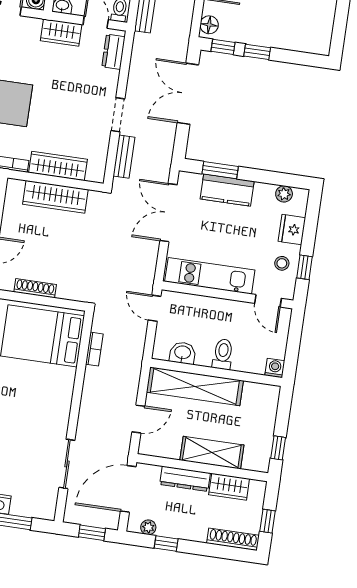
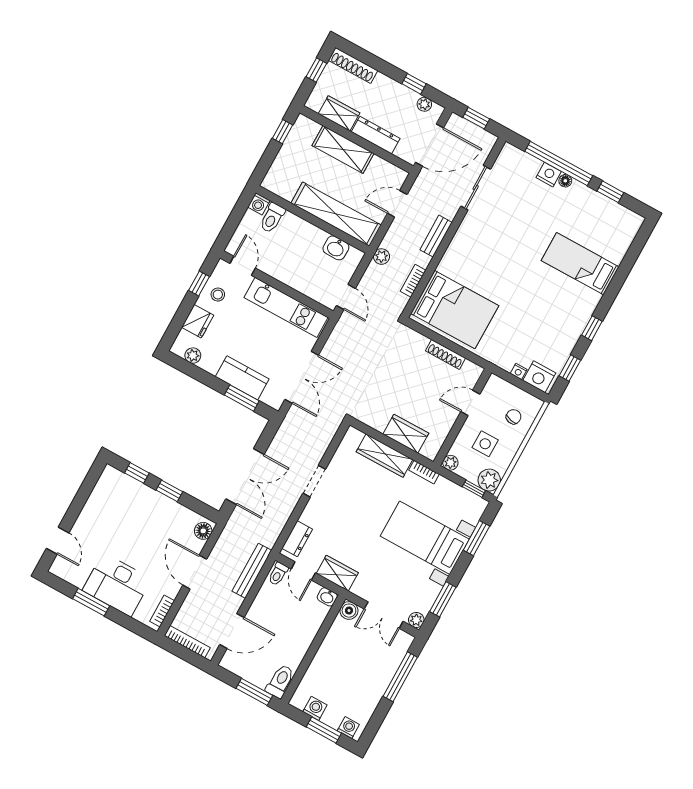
window: (223, 47) -> (137, 473), moved
bench: (124, 157) -> (436, 236), moved
wardrobe: (55, 197) -> (406, 434), width x0.67
toilet: (223, 354) -> (272, 218), moved
plant: (134, 361) -> (382, 257), added

